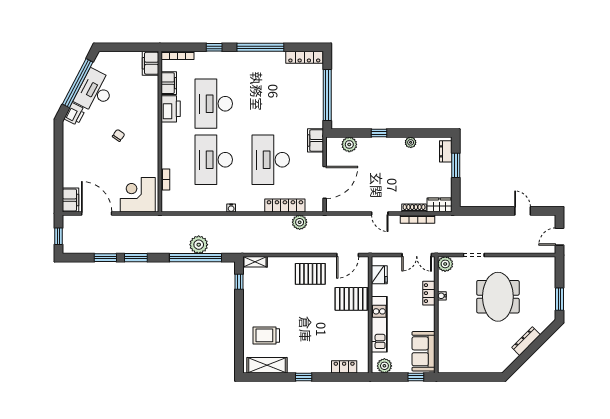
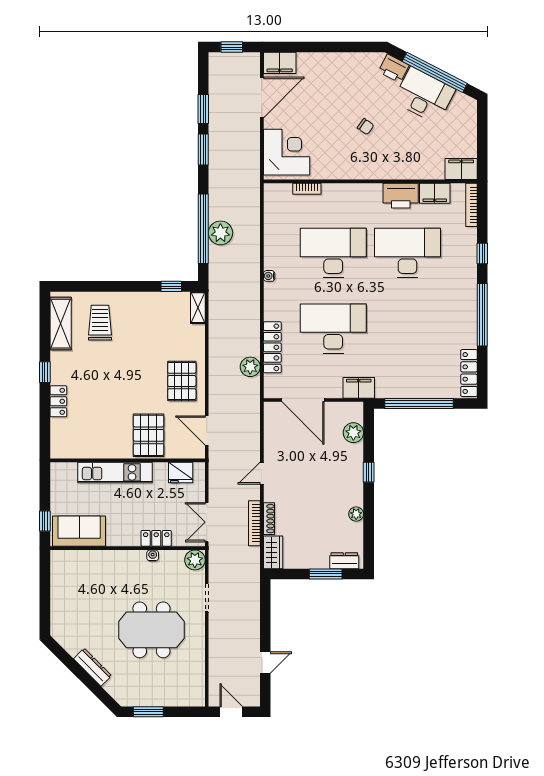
plant: (384, 366) -> (60, 479), removed
locker: (344, 367) -> (58, 401), moved

